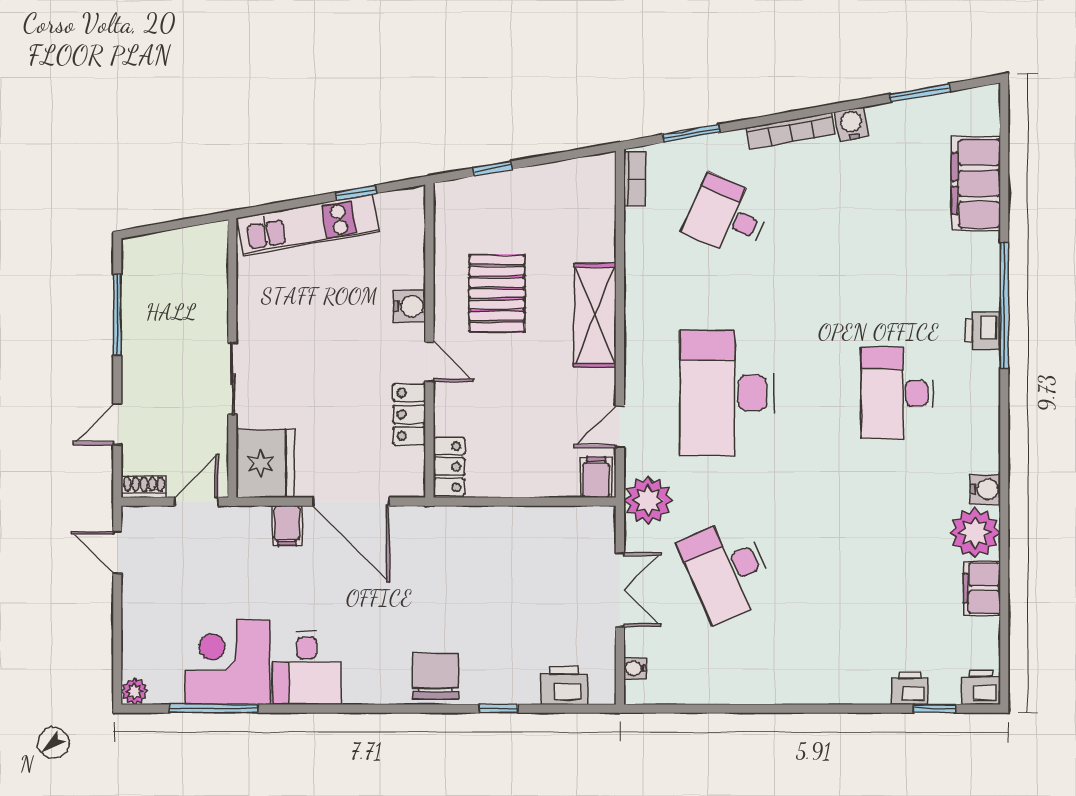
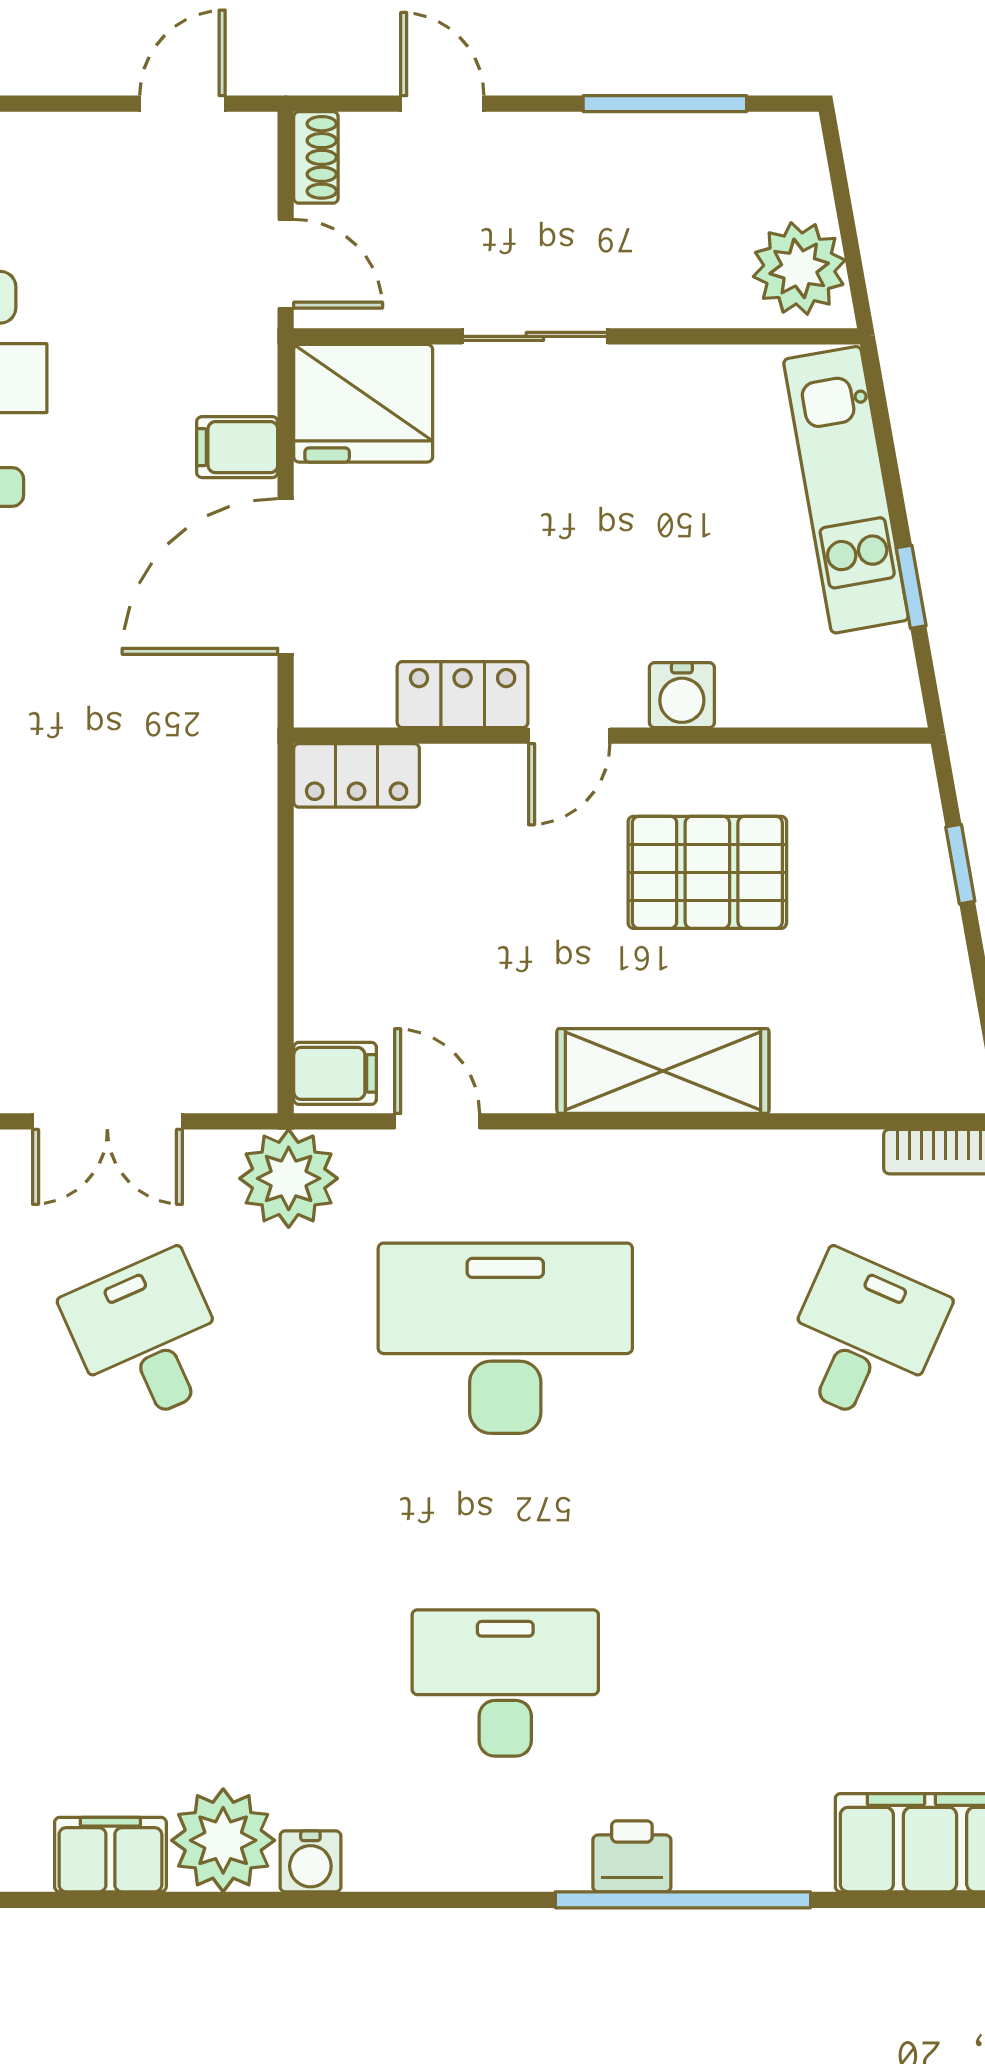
plant: (199, 248) -> (799, 268), added
desk: (727, 570) -> (147, 1338), width x0.73

